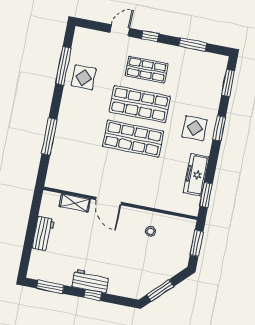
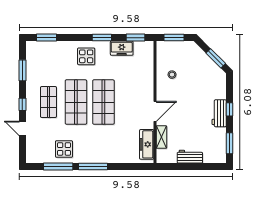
window: (219, 128) -> (102, 38), moved
window: (49, 137) -> (93, 166), moved
freezer: (196, 175) -> (122, 48), width x0.71
freezer: (69, 182) -> (147, 144), added

